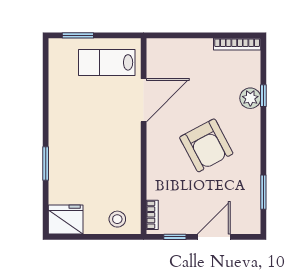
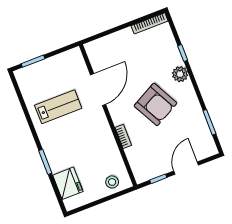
lab bench: (107, 62) -> (58, 107), moved, turned 180
plant: (250, 98) -> (180, 74), moved
bookcase: (152, 215) -> (123, 136), moved
fridge: (66, 220) -> (68, 183), moved, turned 90

